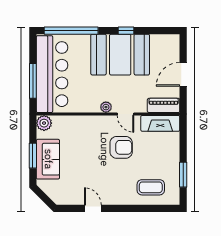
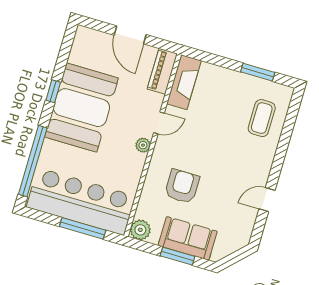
armchair: (121, 147) -> (182, 186), moved

